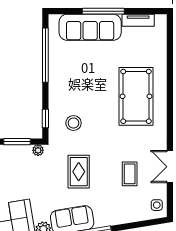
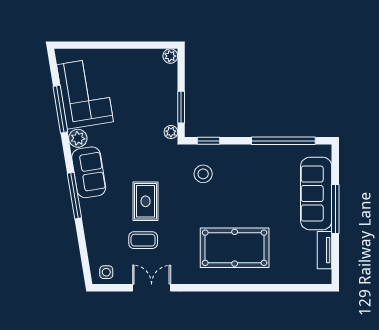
rug: (79, 172) -> (146, 201), moved, turned 90

